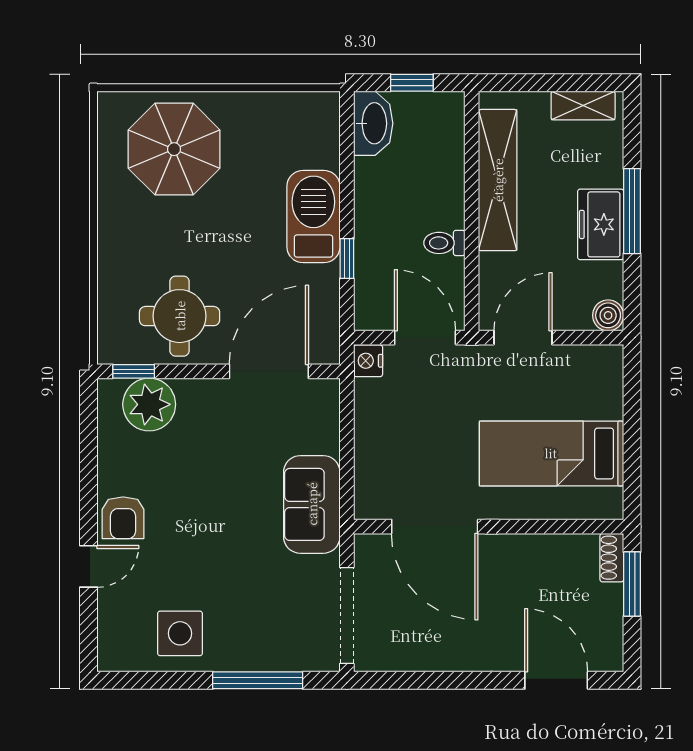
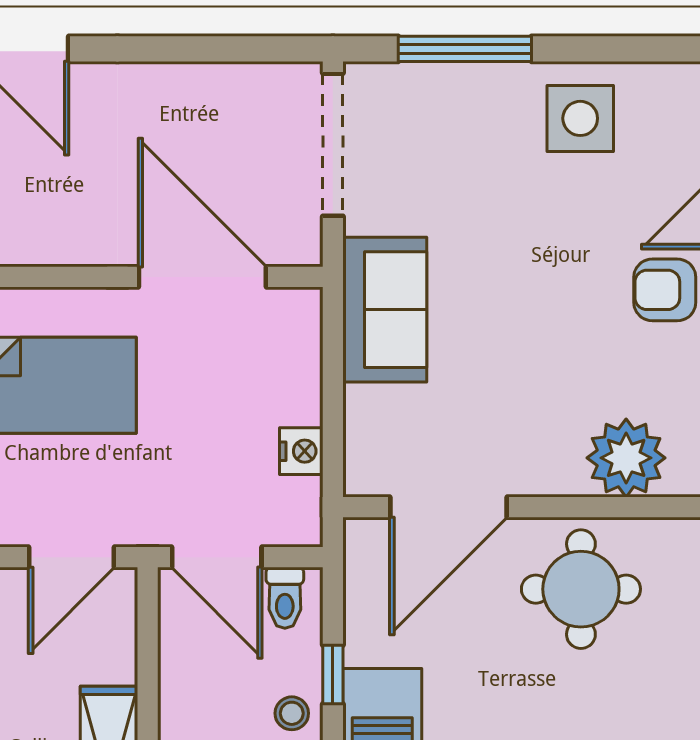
stool: (374, 232) -> (292, 713), added
toilet: (444, 243) -> (285, 598), moved, turned 90
nightstand: (368, 361) -> (301, 451), moved
window: (134, 371) -> (649, 507), removed
armchair: (123, 518) -> (665, 290), turned -90

